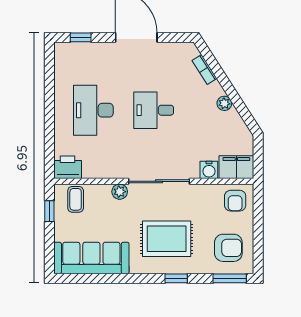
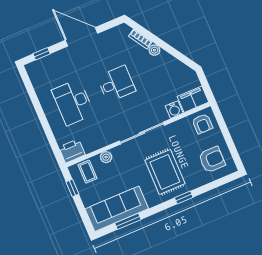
plant: (224, 103) -> (154, 50), moved
desk: (154, 110) -> (116, 84), turned 180
plant: (120, 192) -> (106, 157), moved
rug: (167, 239) -> (165, 172), turned 90
window: (230, 278) -> (128, 221), moved

